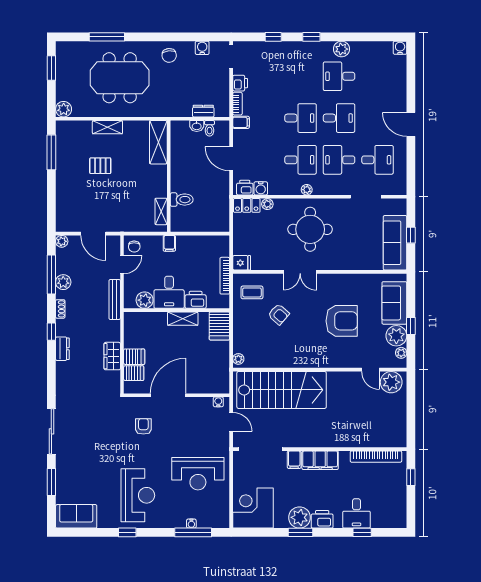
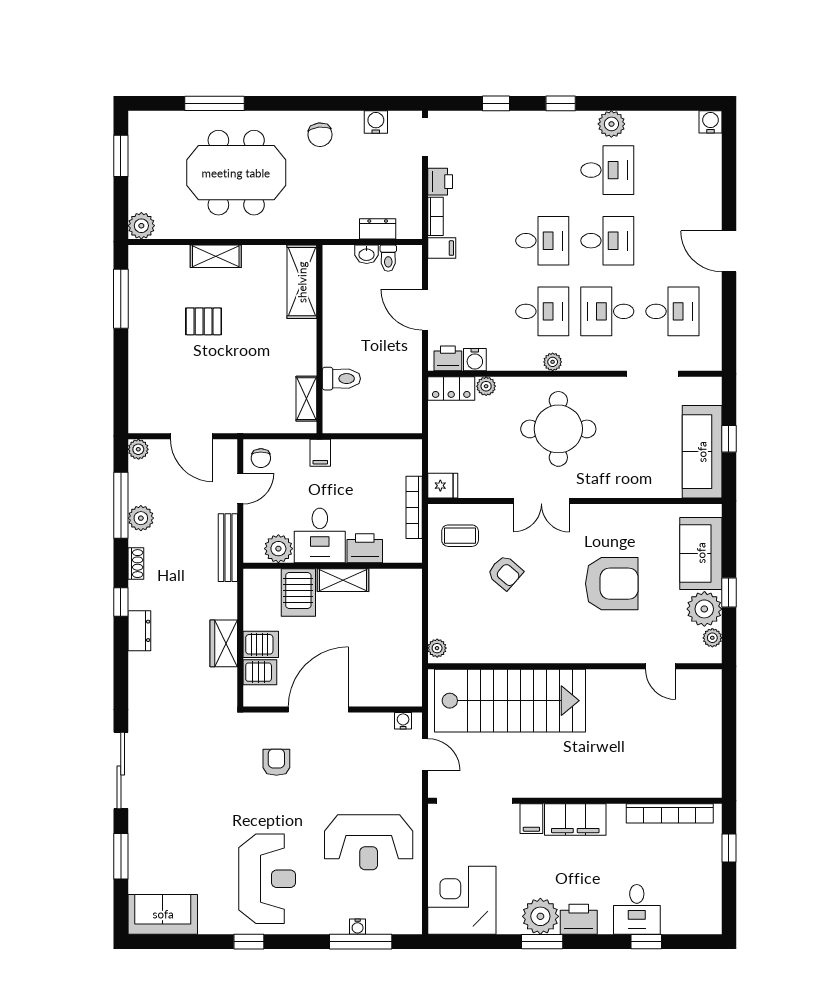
desk: (339, 76) -> (607, 170), turned 180
server rack: (219, 326) -> (298, 592), moved
plant: (391, 382) -> (695, 687), removed

